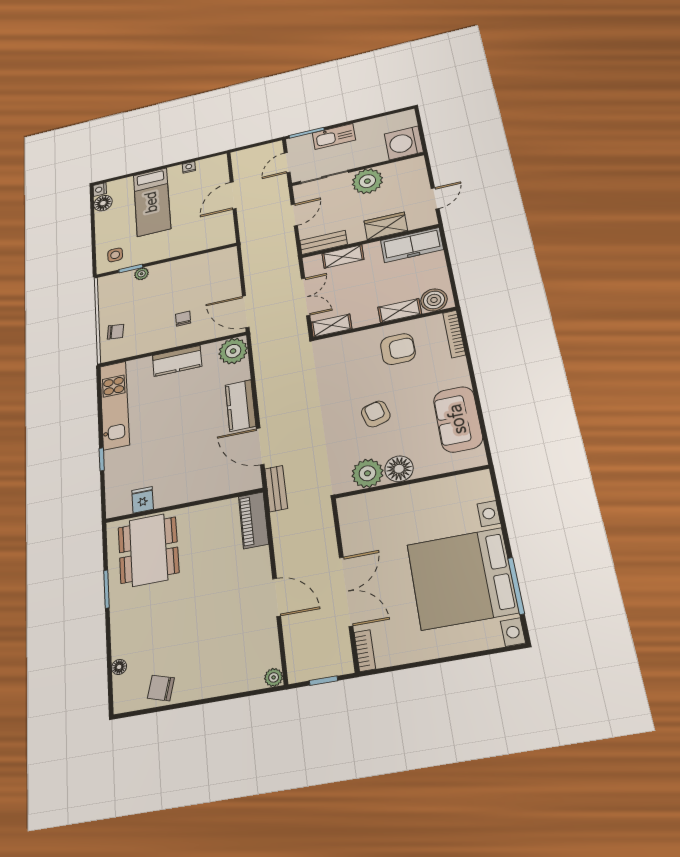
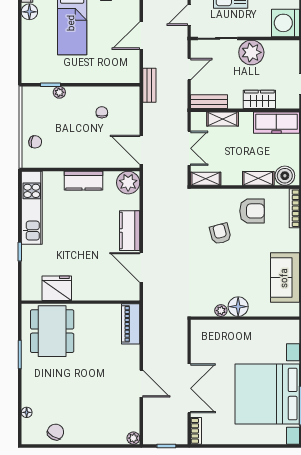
side table: (115, 255) -> (38, 68), removed
chair: (183, 319) -> (102, 112), moved
armchair: (376, 414) -> (220, 234), moved
plant: (367, 473) -> (221, 311), width x0.53, depth x0.53
bench: (276, 489) -> (149, 85), moved
fridge: (143, 500) -> (57, 288), width x1.88, depth x1.34
chair: (161, 688) -> (56, 432), turned 104

